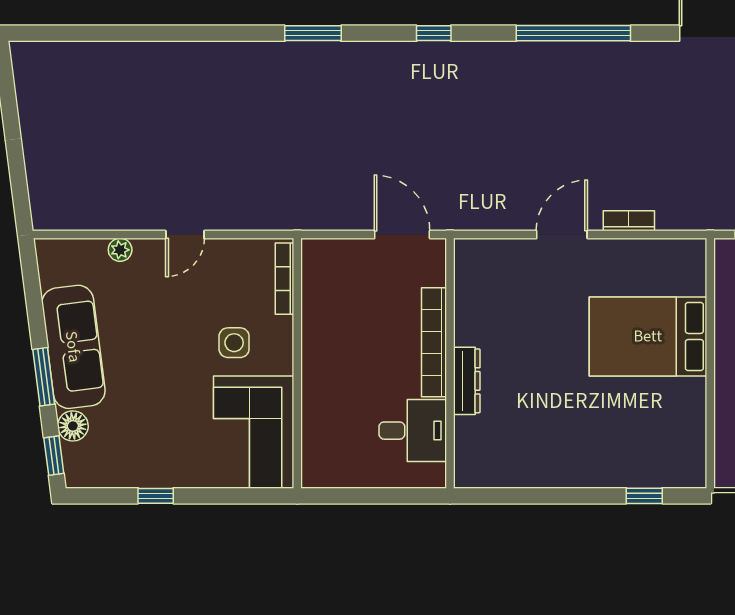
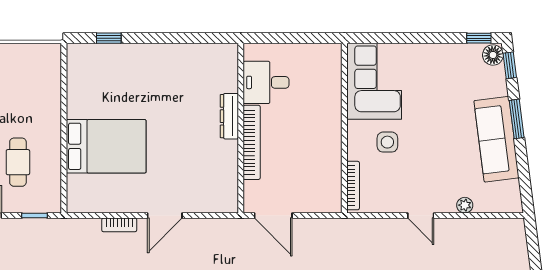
door: (185, 235) -> (421, 216), swing flipped
floor lamp: (73, 426) -> (493, 55), moved
window: (156, 496) -> (479, 38), moved

